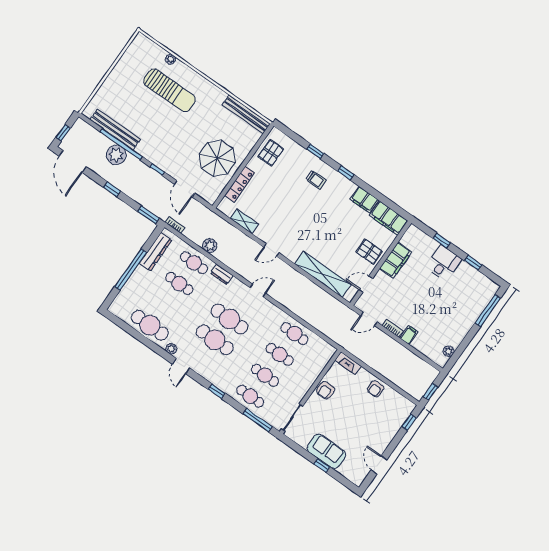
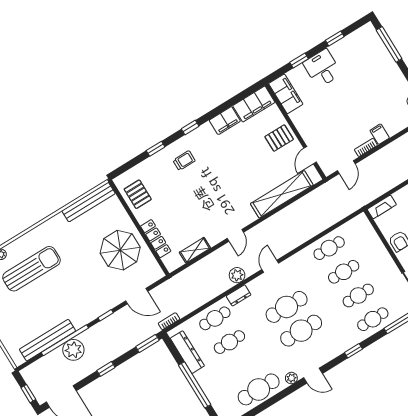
plant: (210, 246) -> (237, 275), moved
filing cabinet: (396, 260) -> (286, 94), moved

